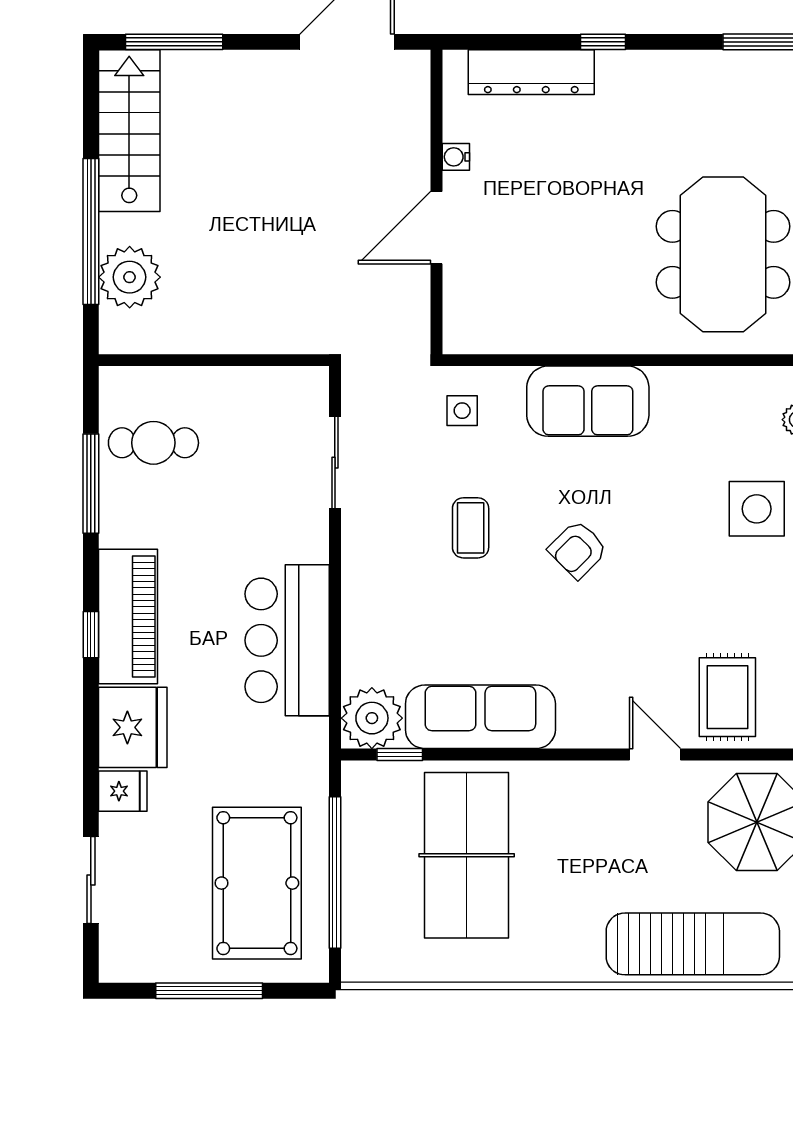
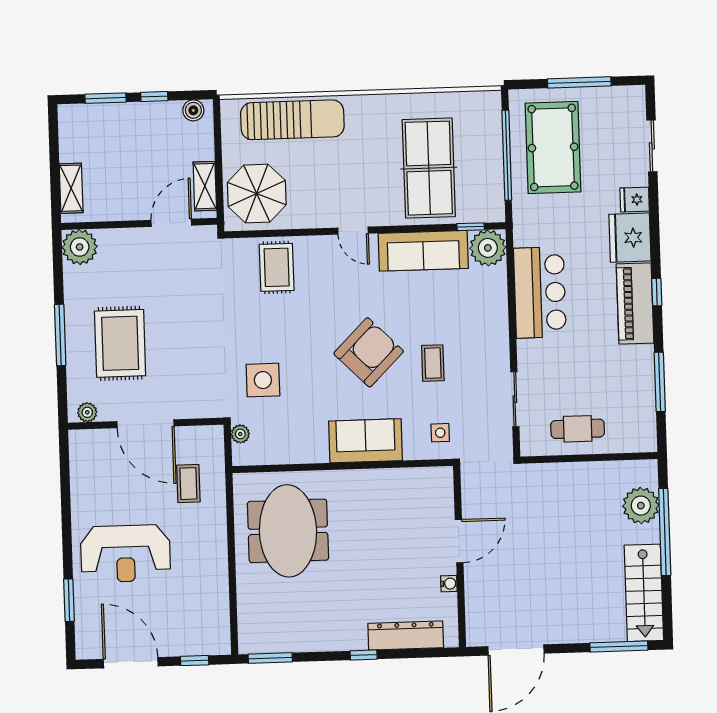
cafe table: (153, 443) -> (578, 429), moved
armchair: (578, 549) -> (369, 352), width x1.88, depth x1.88
door: (655, 754) -> (353, 231), moved
sun lounger: (693, 944) -> (292, 120), turned 180

